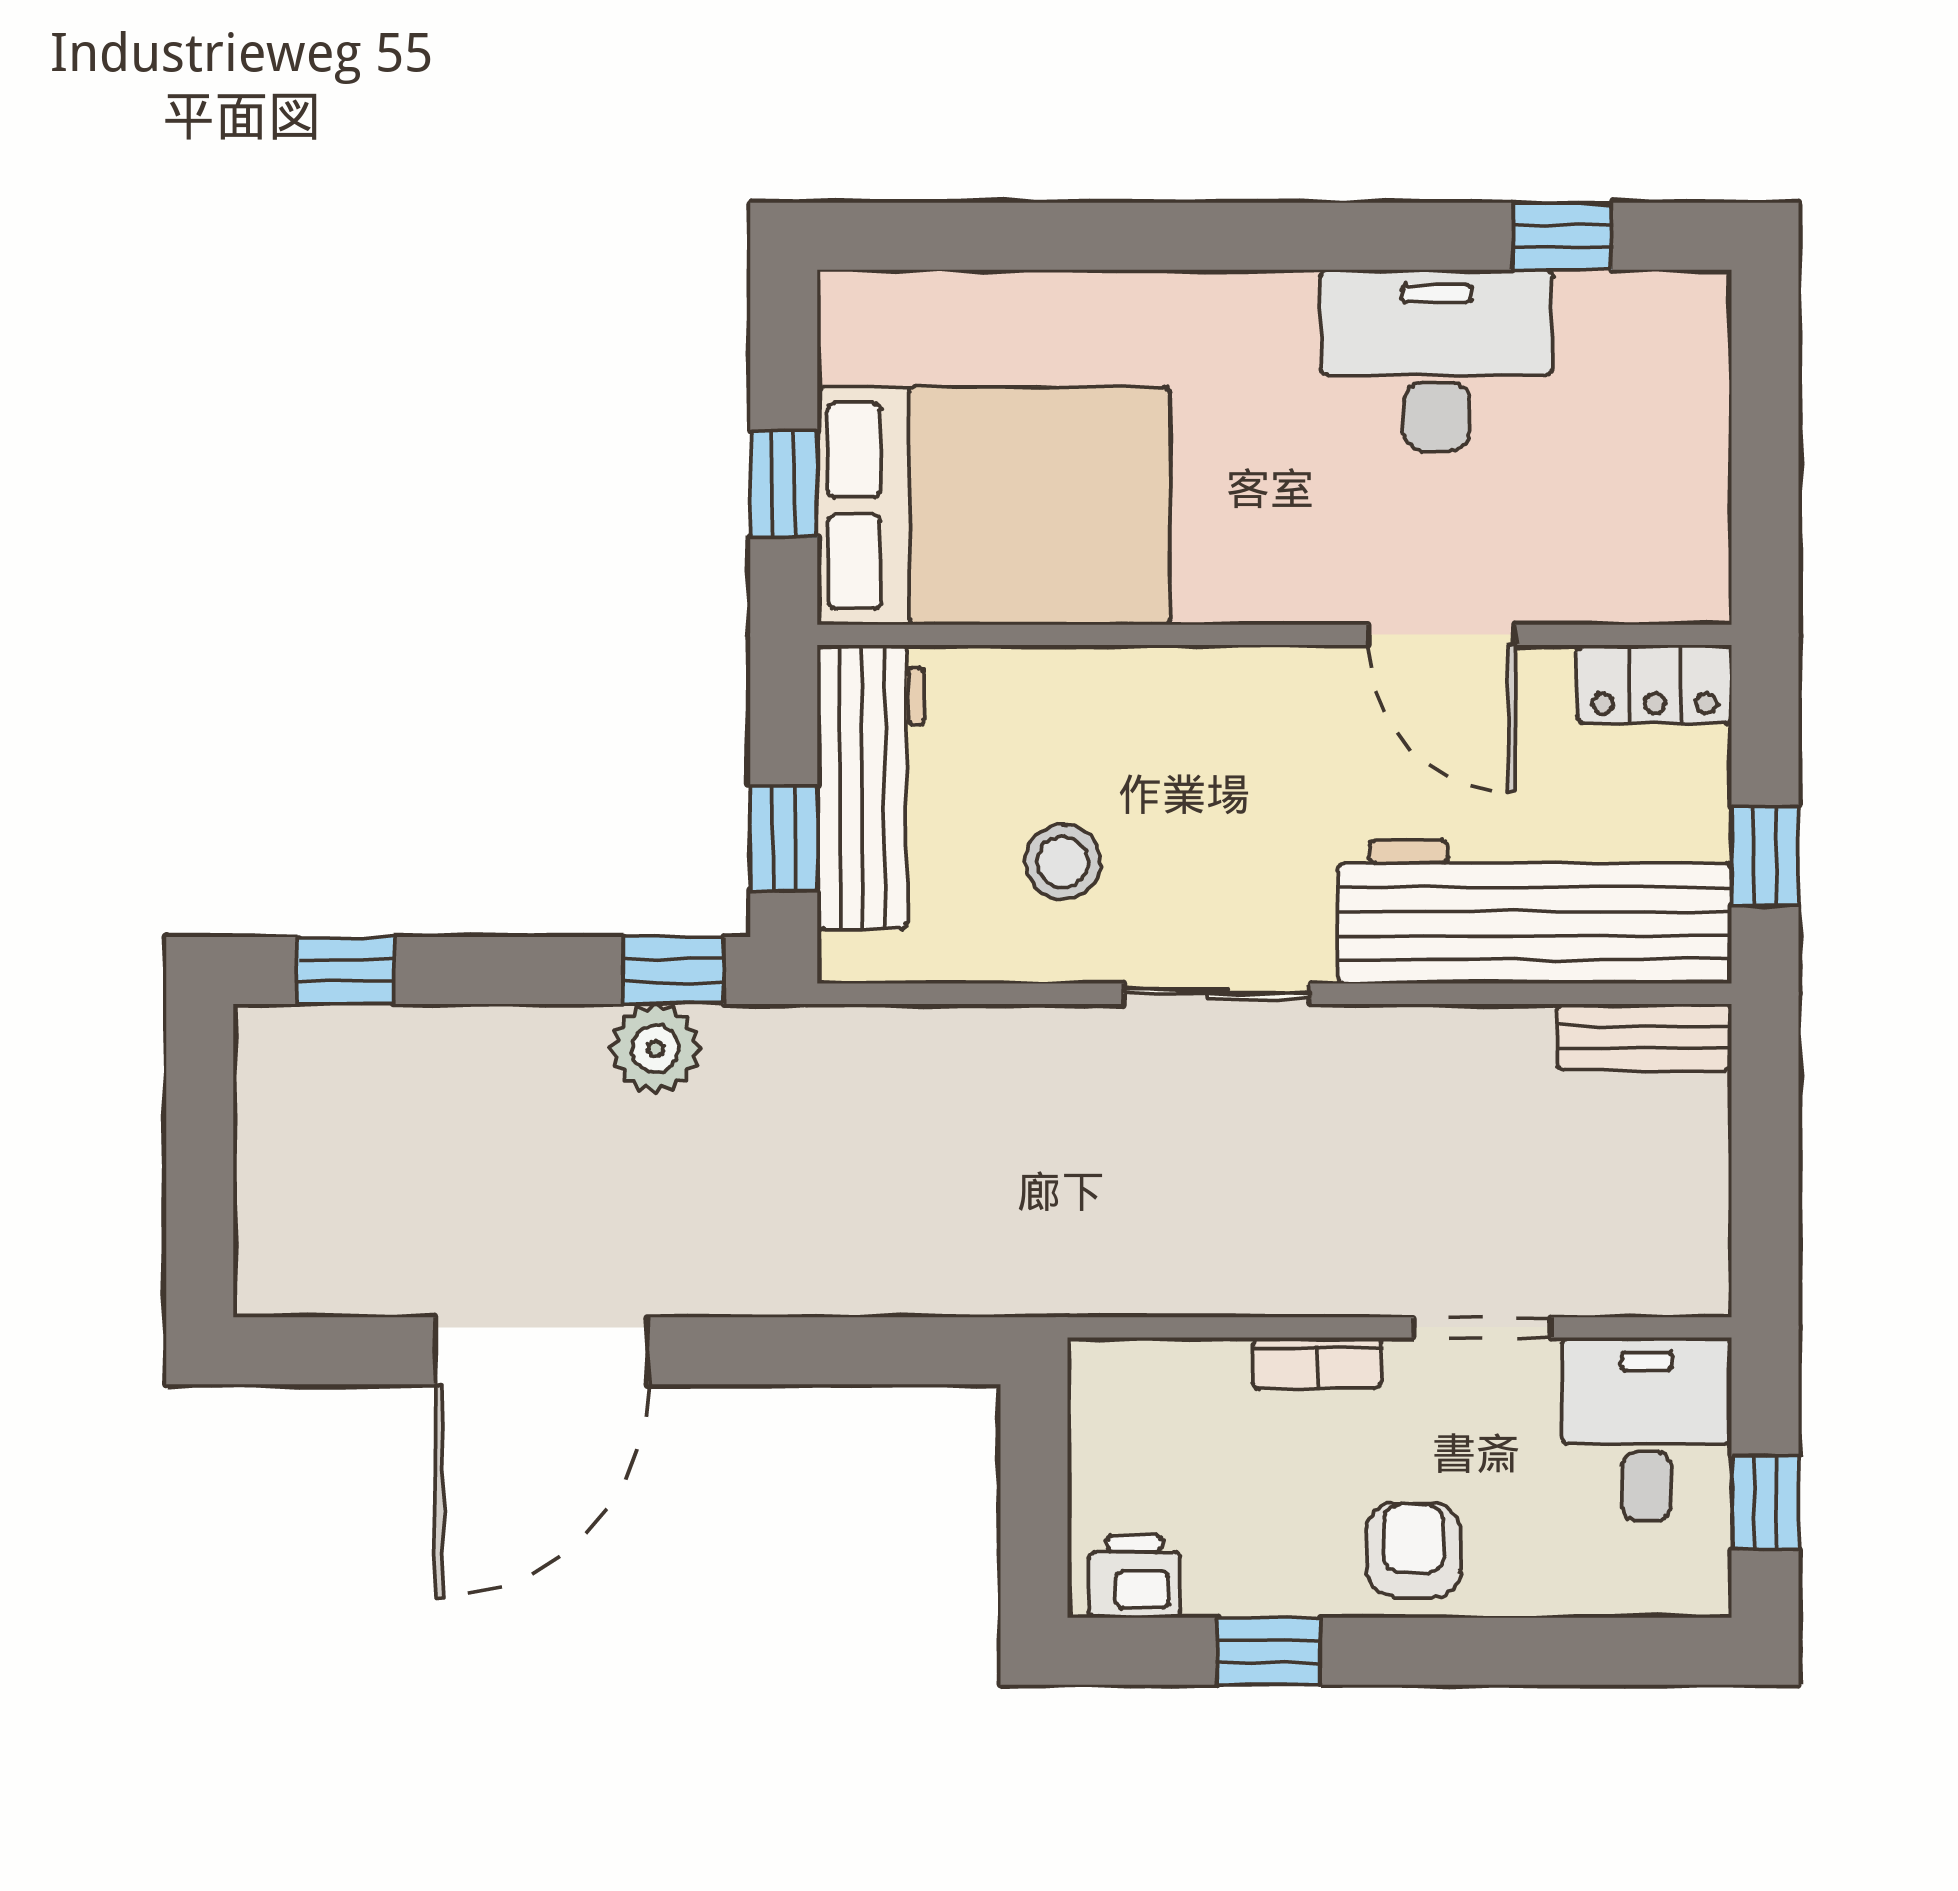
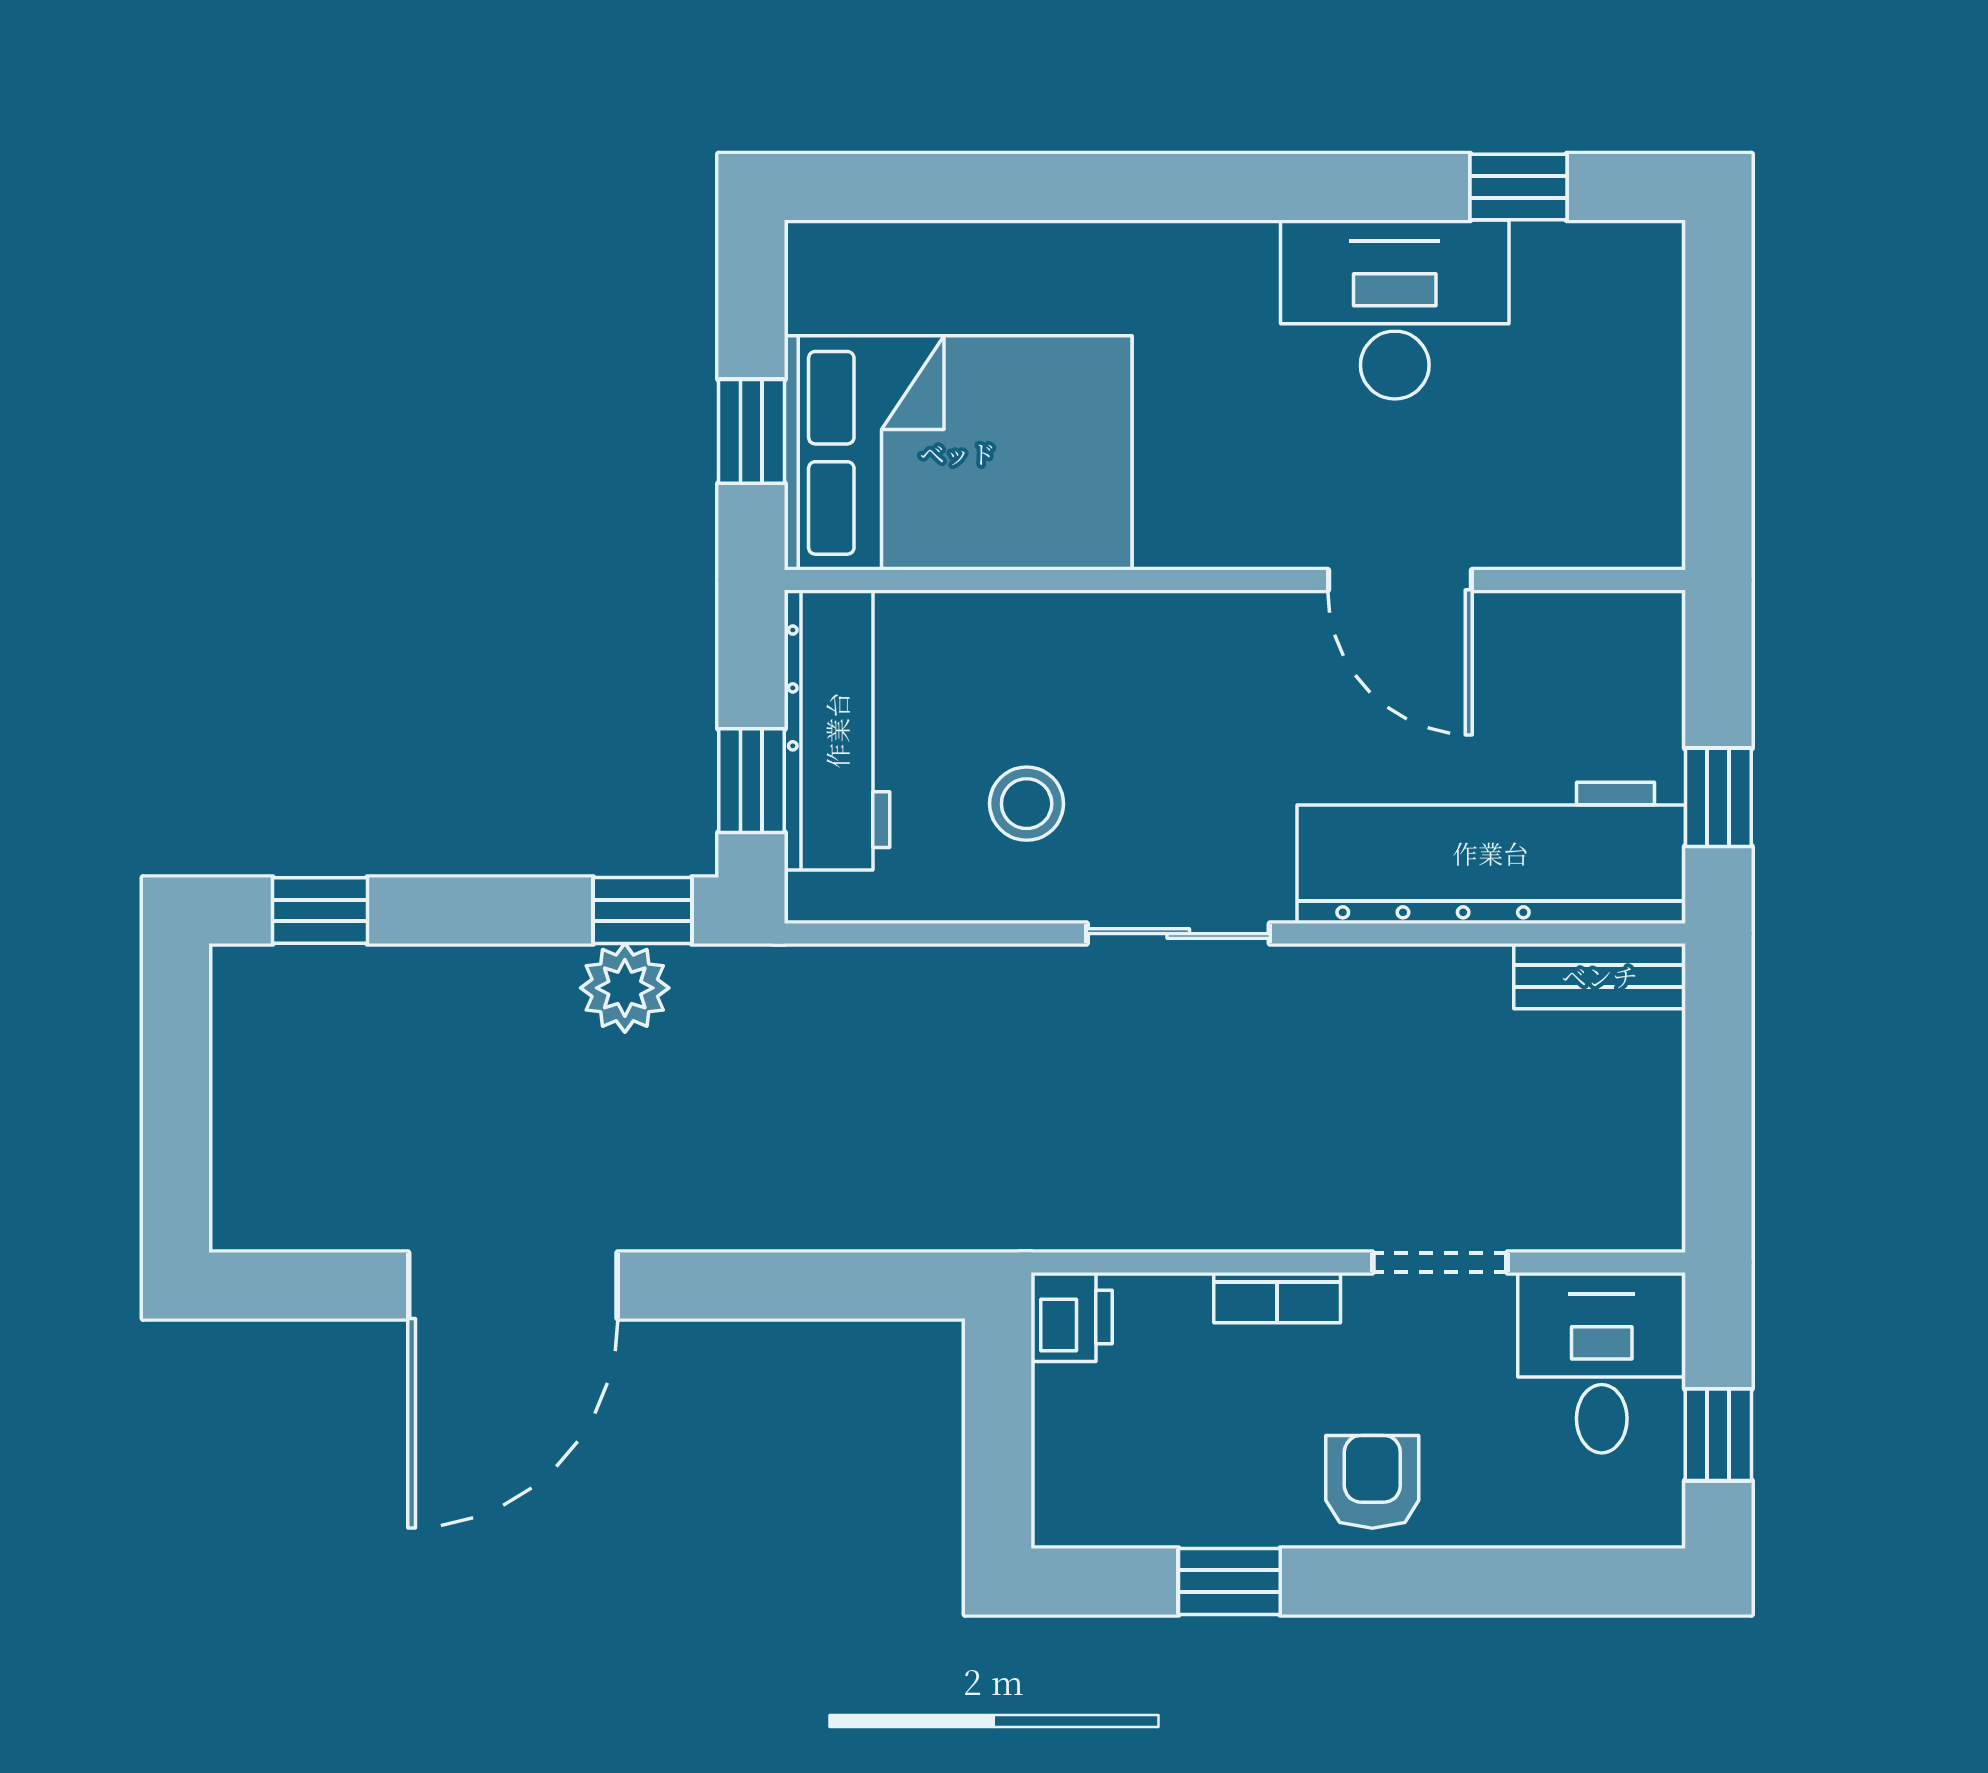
locker: (1654, 684) -> (1609, 628), removed
printer: (1134, 1577) -> (1072, 1317), moved, turned 90

